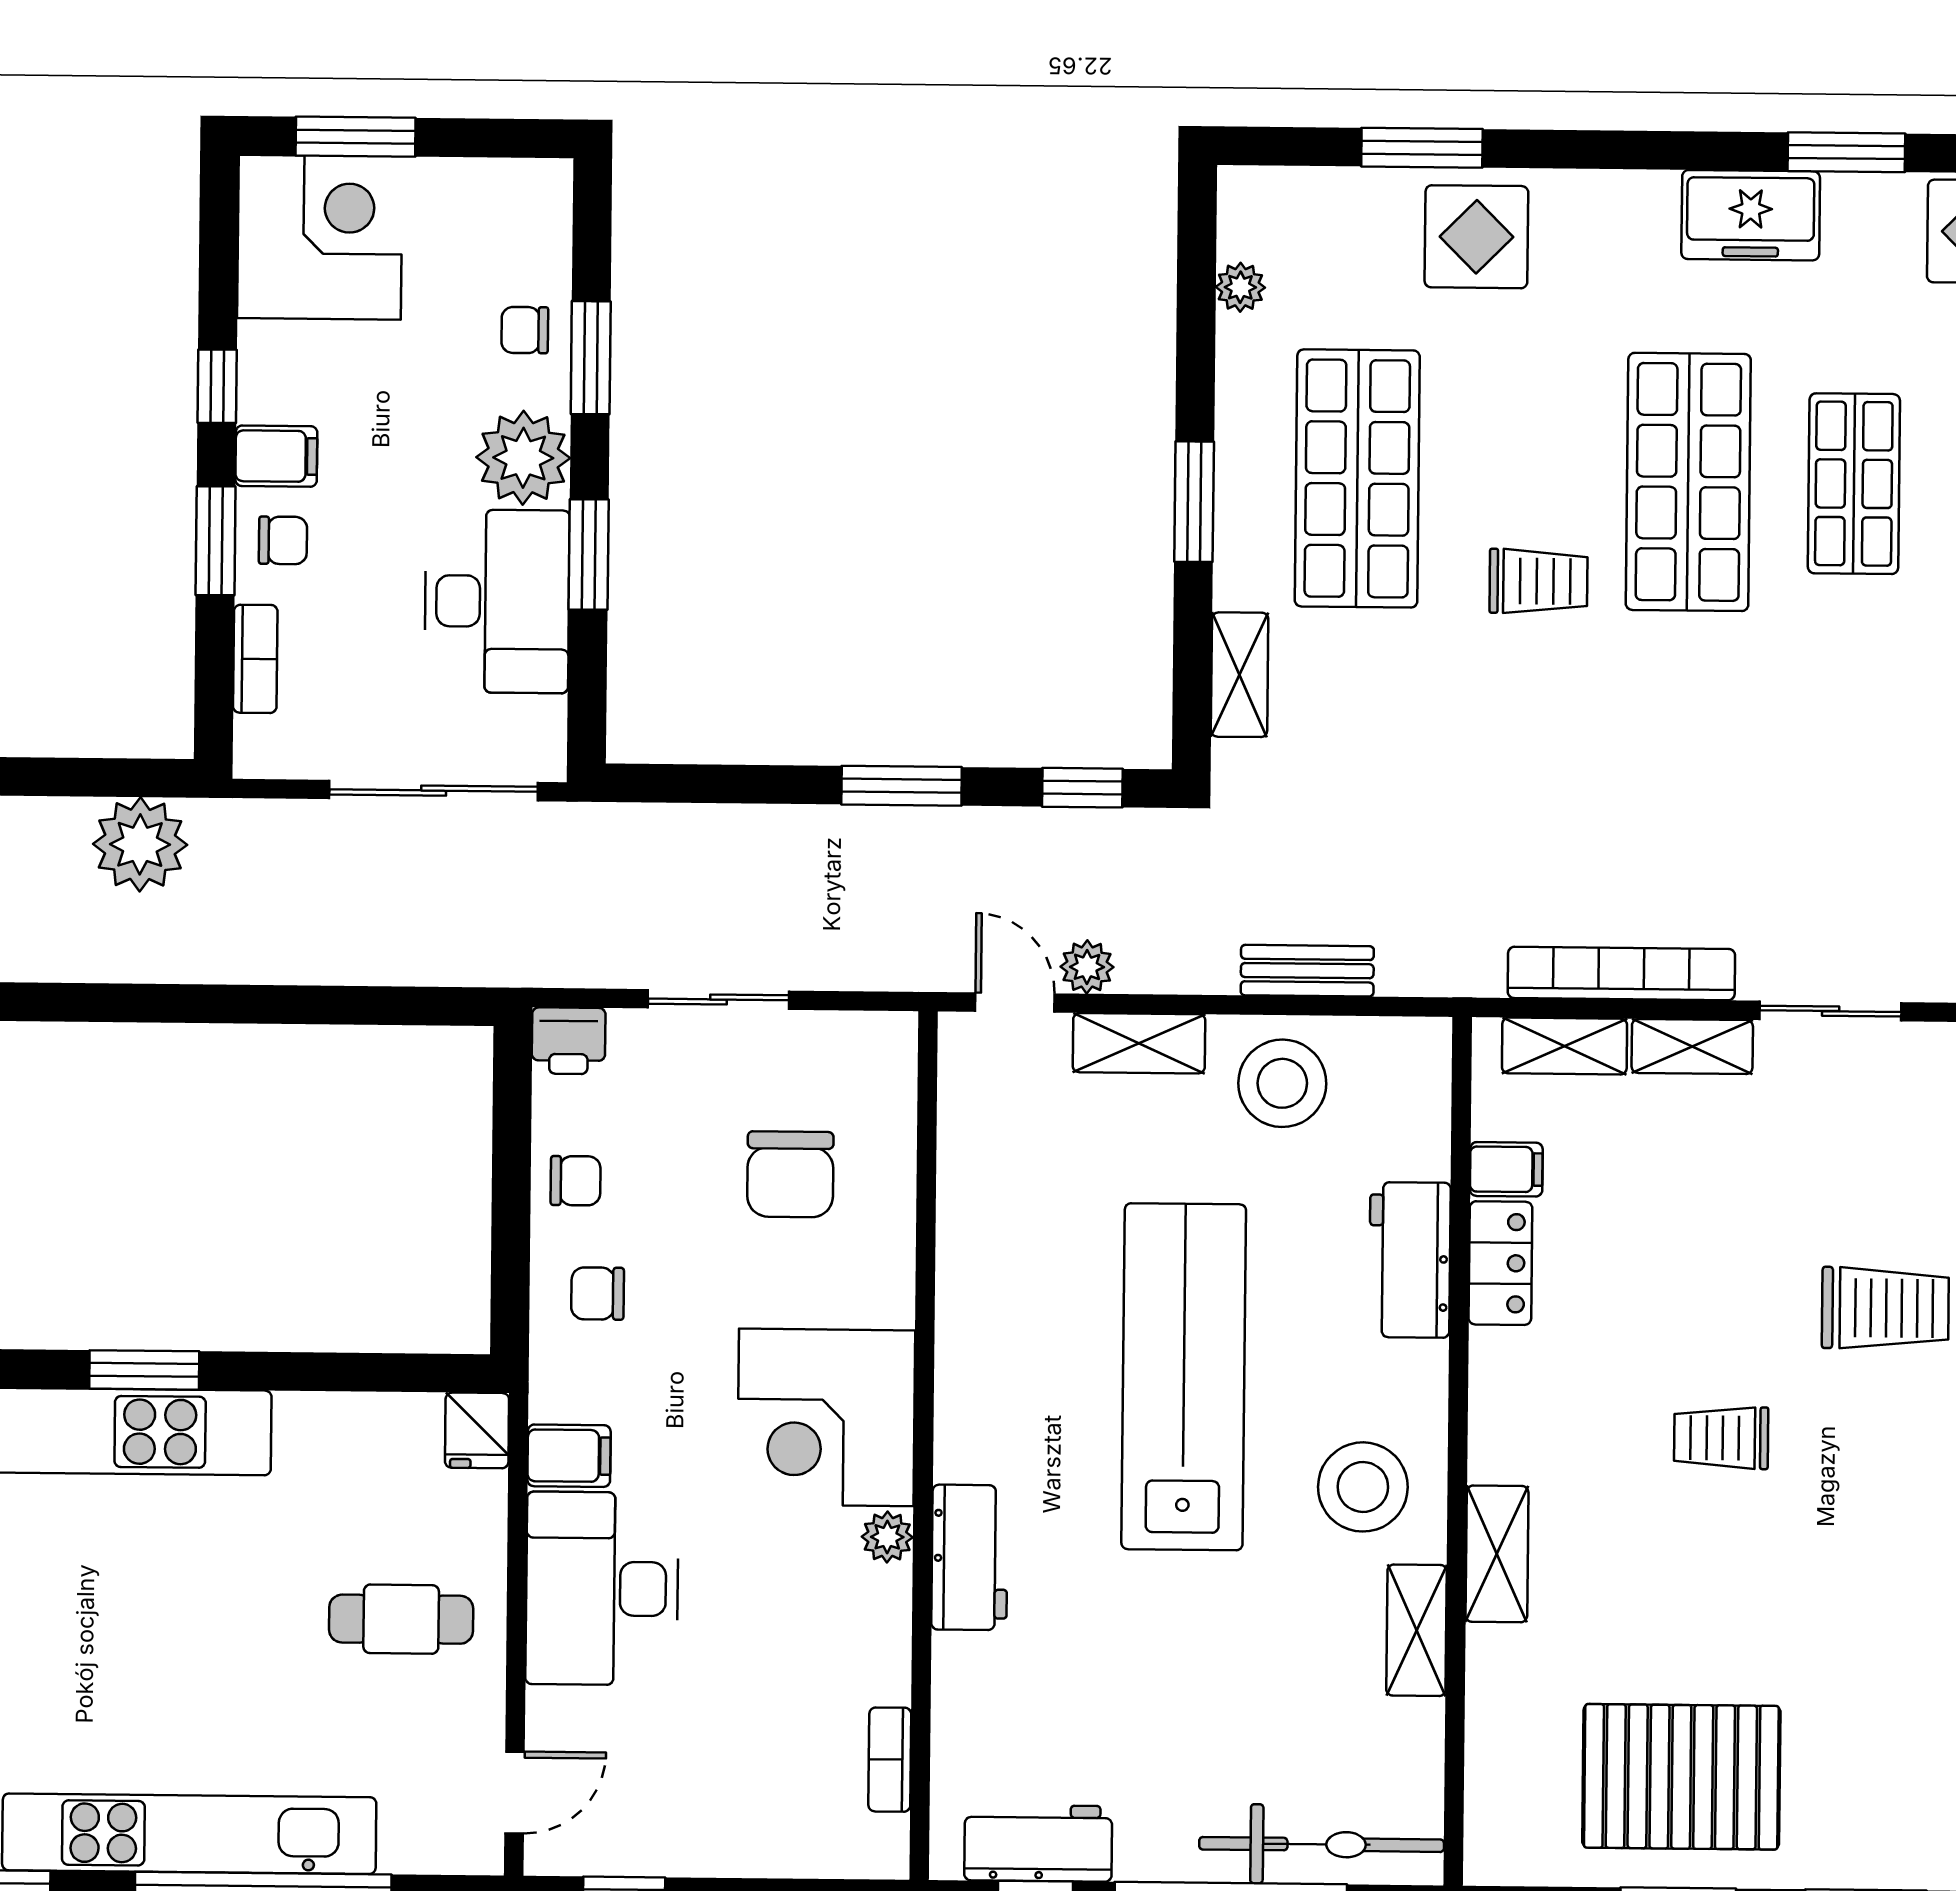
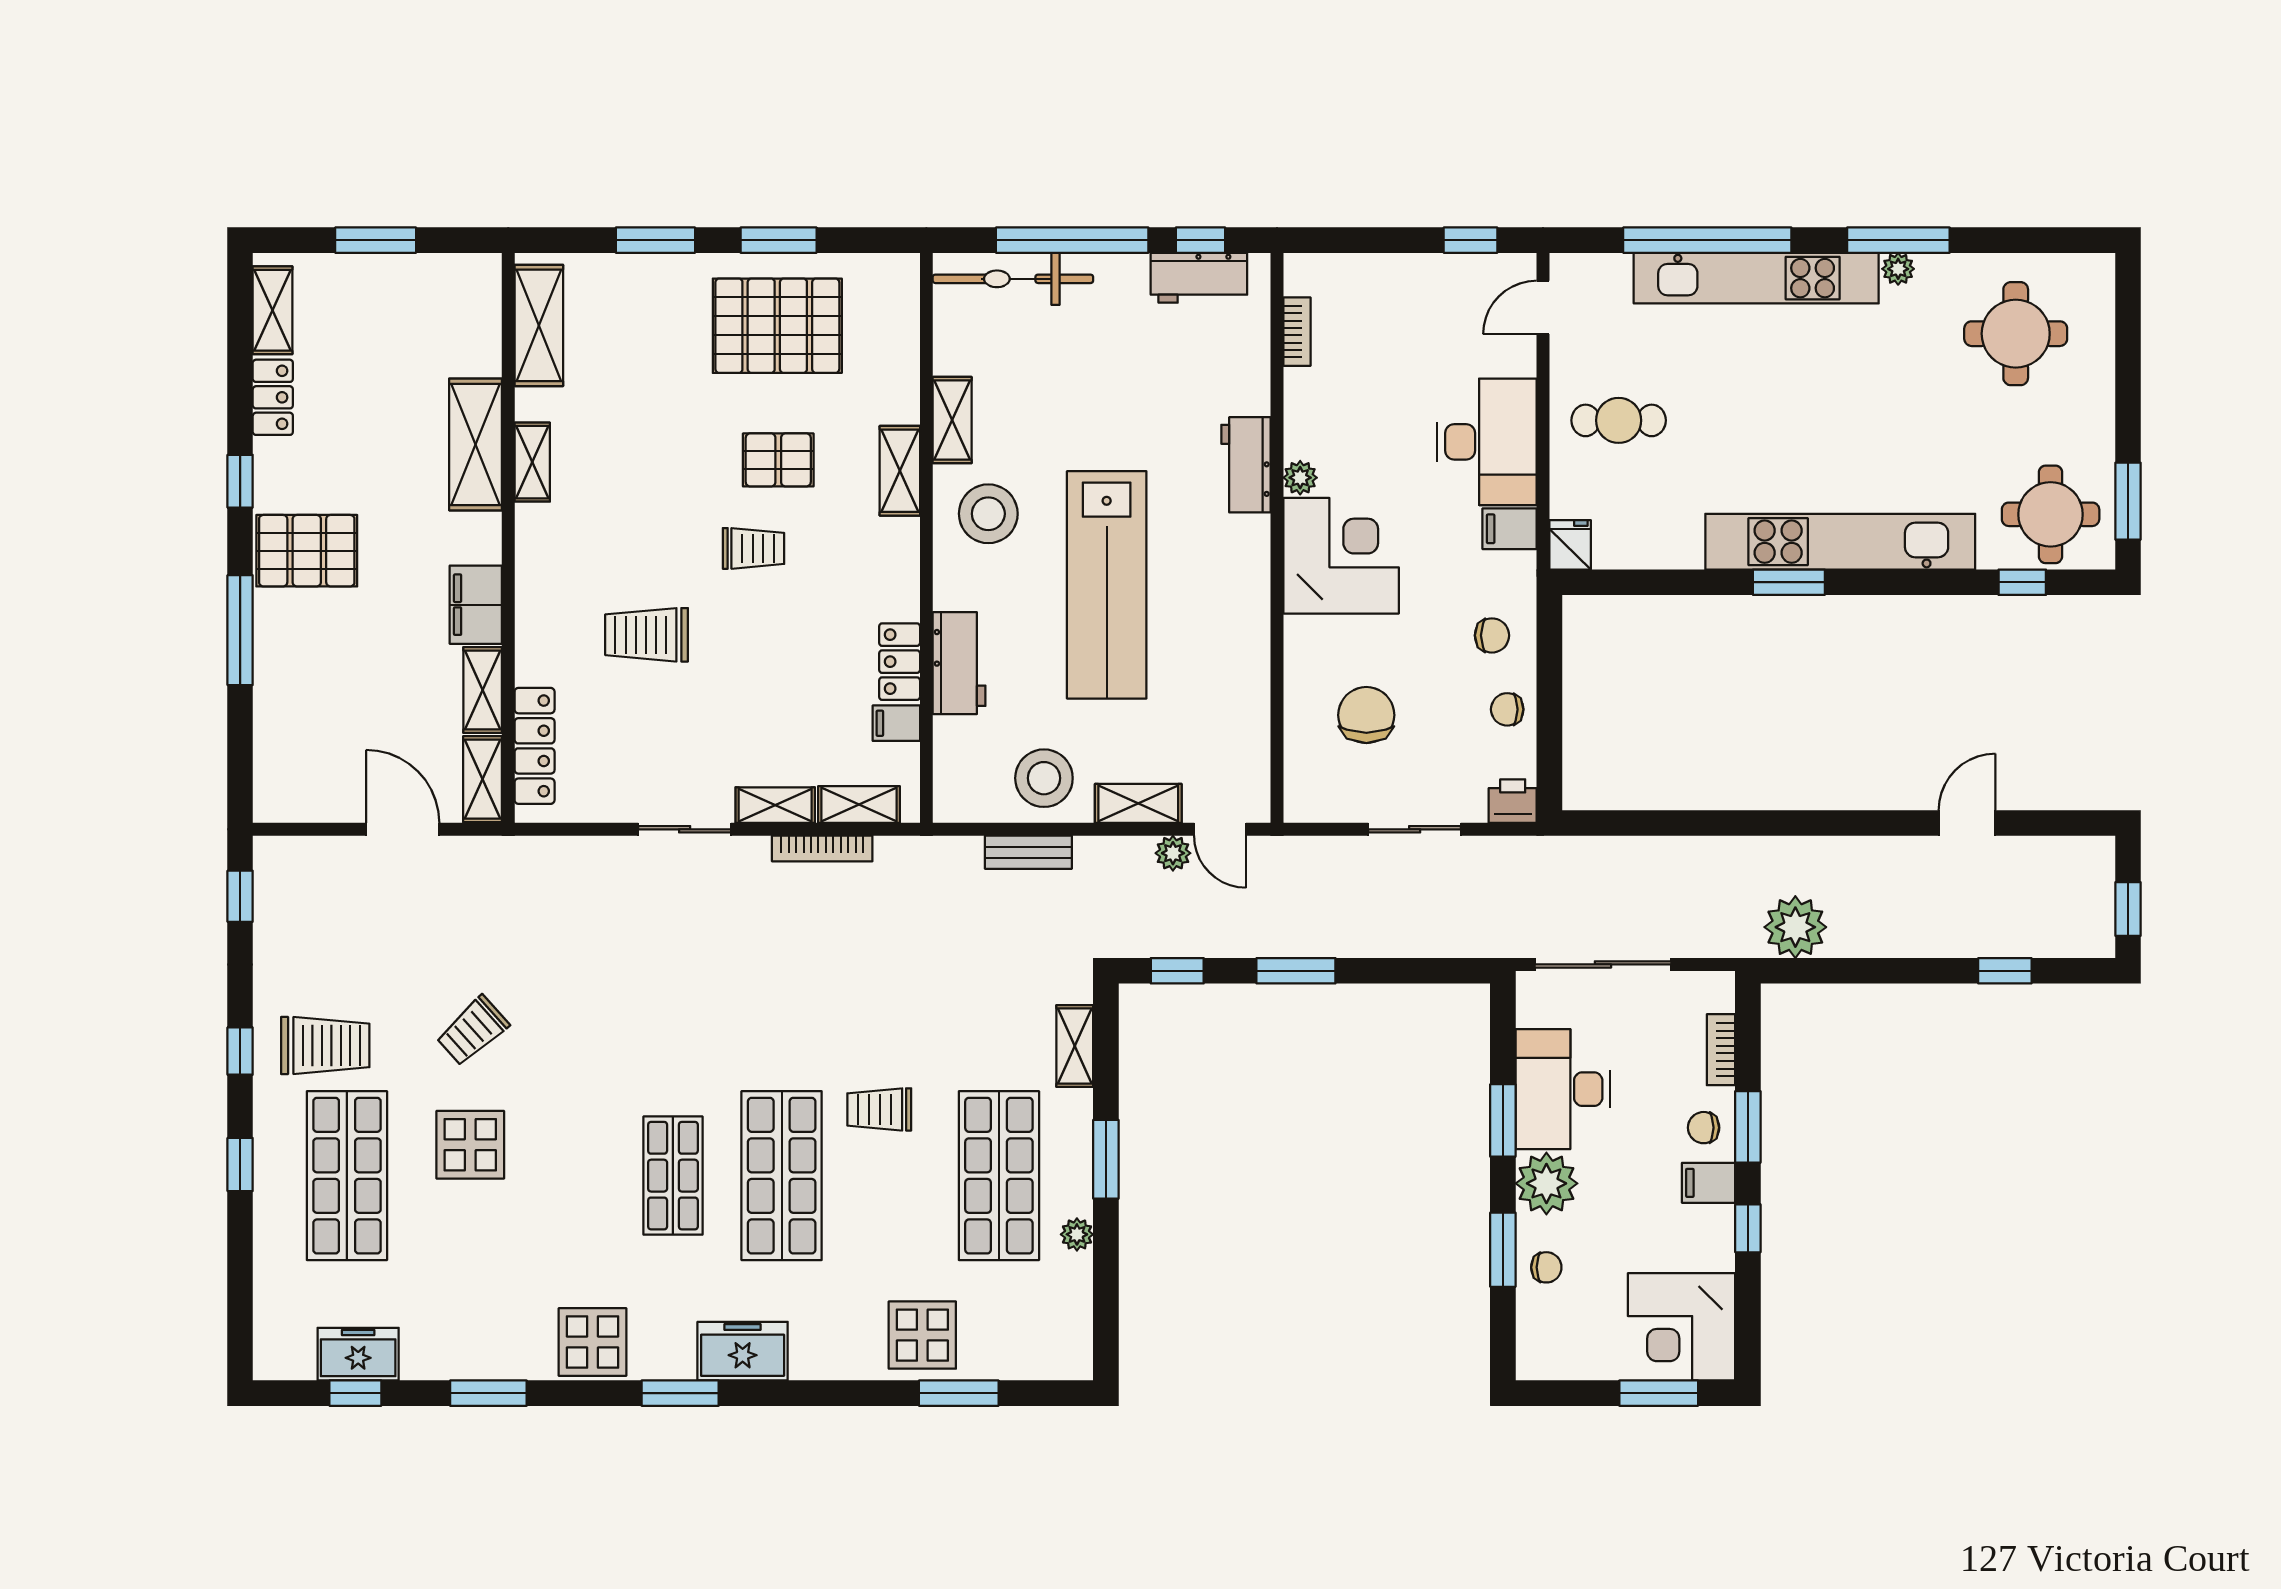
plant: (1240, 287) -> (1077, 1234), moved
bookcase: (1621, 974) -> (822, 848), width x0.68, depth x0.76
pallet: (1682, 1572) -> (778, 460), added

